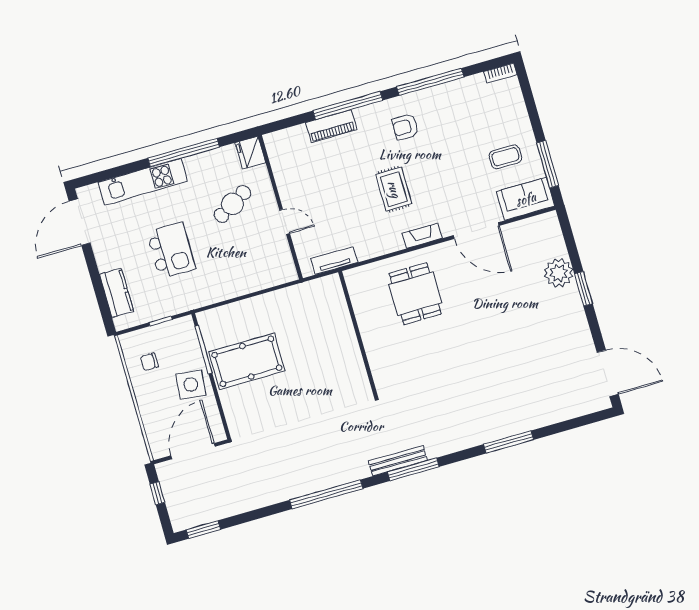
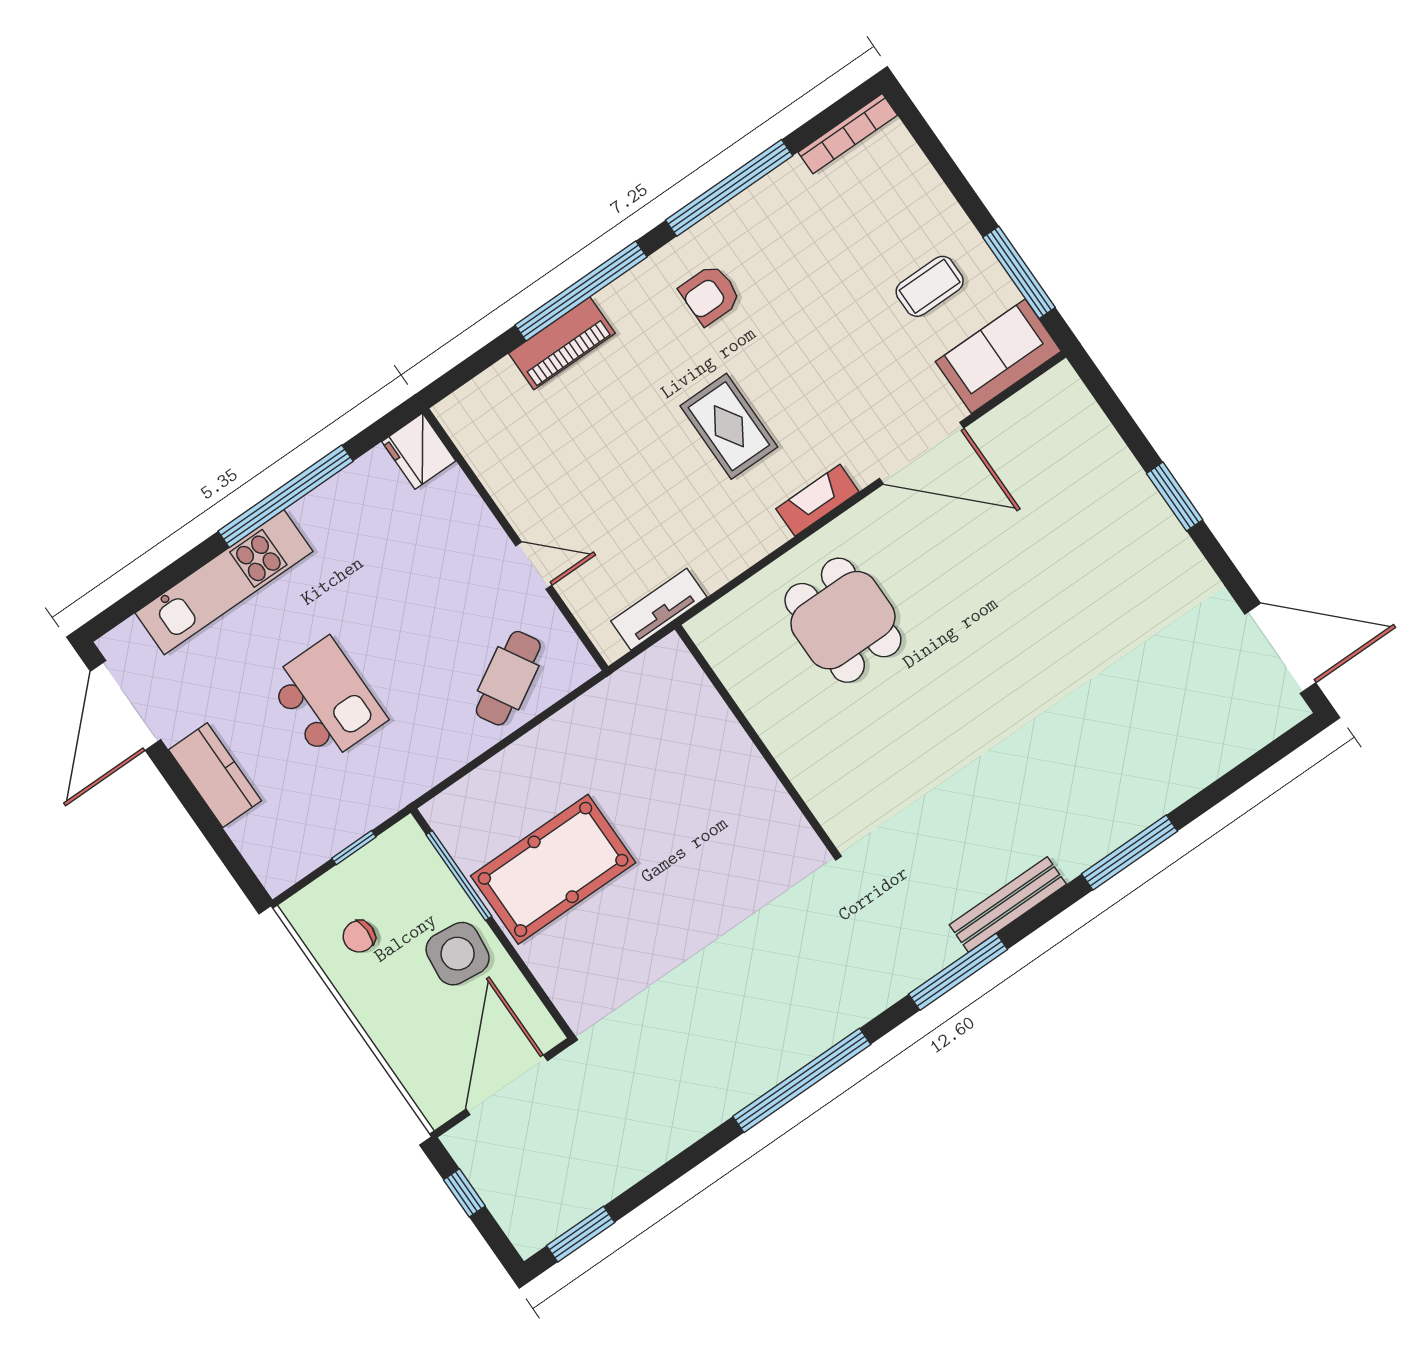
bookcase: (500, 73) -> (848, 134), width x1.56
cafe table: (232, 204) -> (508, 678), moved
plant: (559, 273) -> (1115, 482), removed
kitchen counter: (117, 293) -> (215, 775), moved
bench: (398, 461) -> (1008, 905), moved

